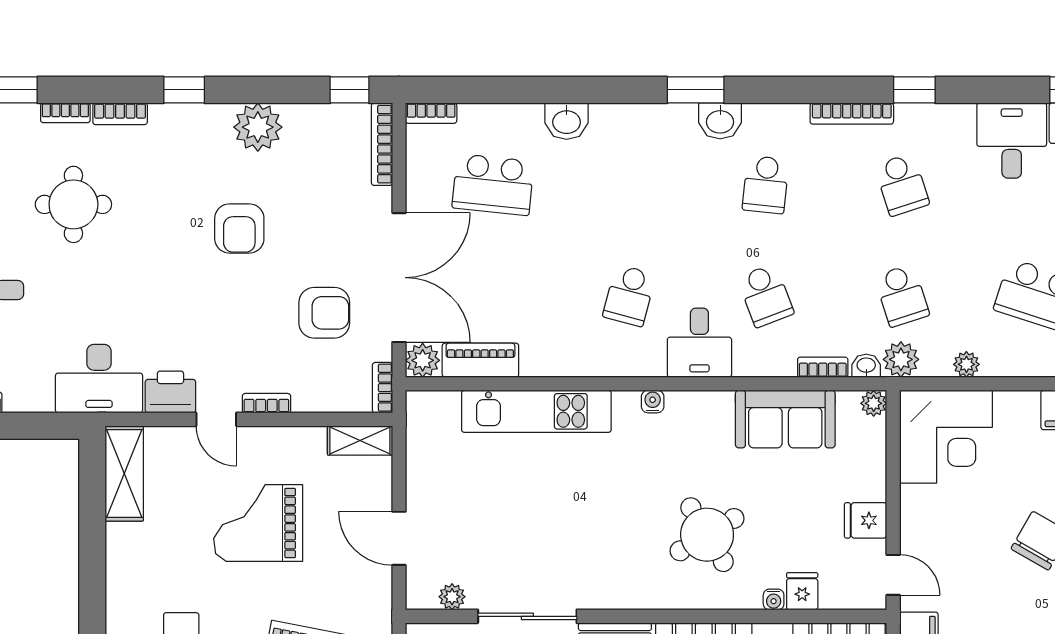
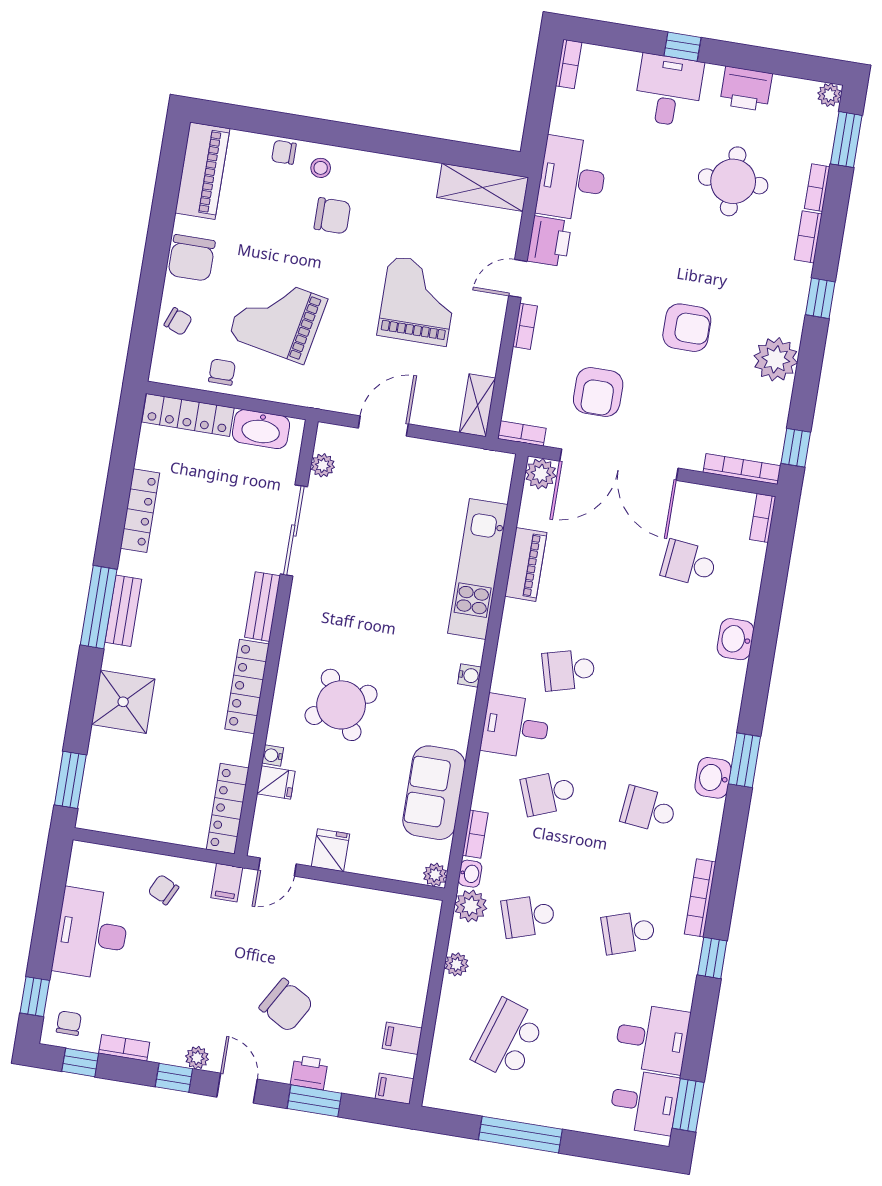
school desk: (493, 185) -> (689, 563), width x0.54
armchair: (239, 228) -> (687, 328), turned 180
school desk: (629, 295) -> (569, 670), turned -30
piano: (480, 360) -> (526, 564), moved
corner desk: (946, 437) -> (394, 935), removed

